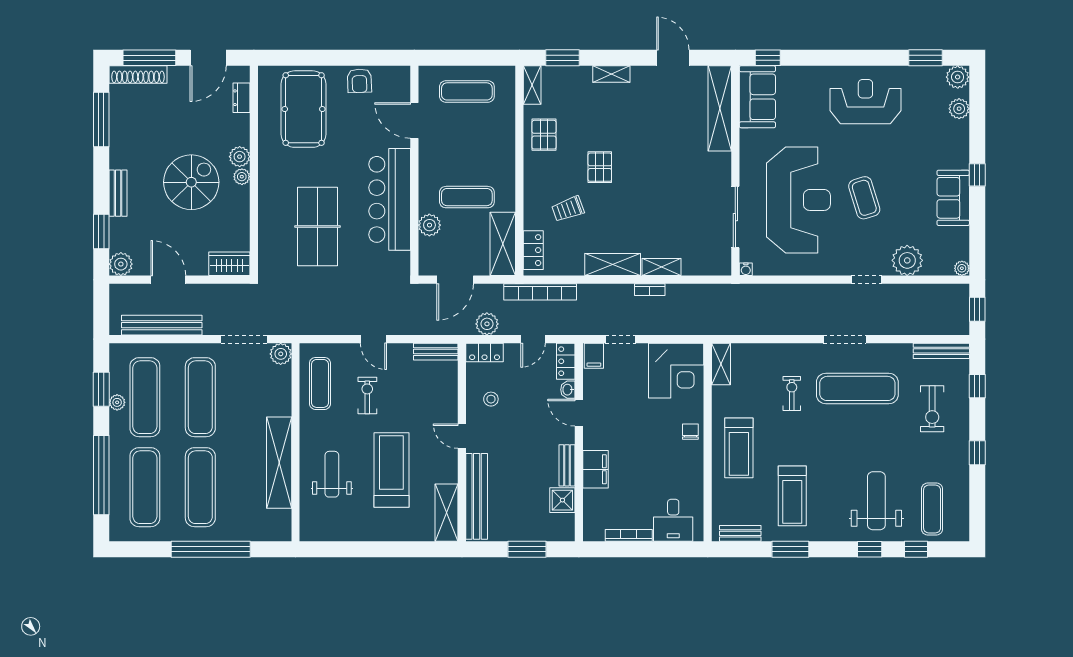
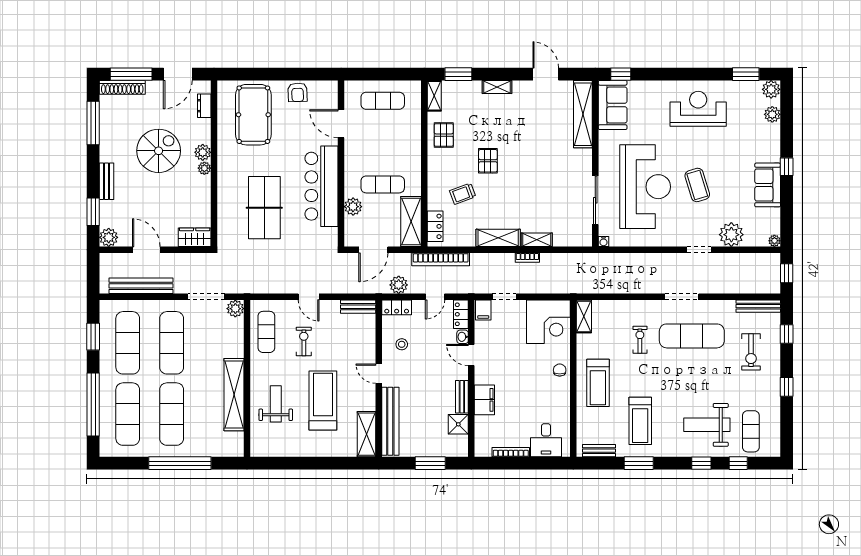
spiral stairs: (191, 182) -> (159, 151), moved
plant: (117, 402) -> (106, 347), removed
weight bench: (876, 501) -> (707, 425), turned -90

